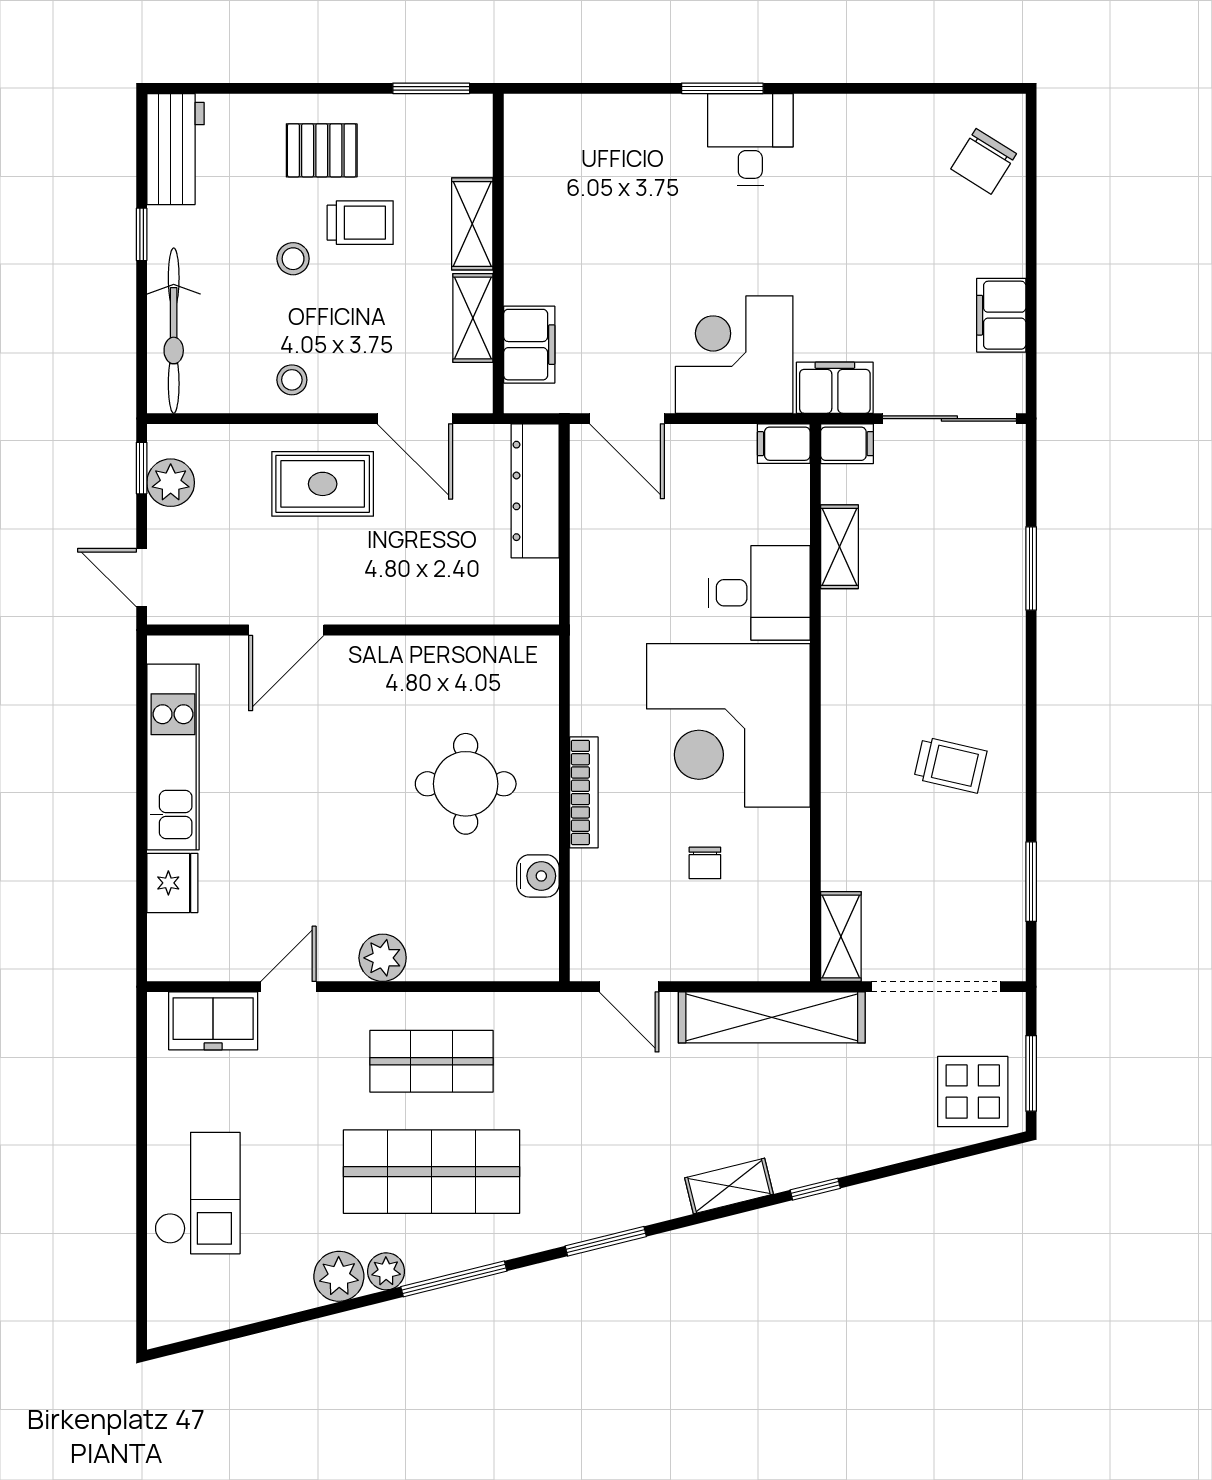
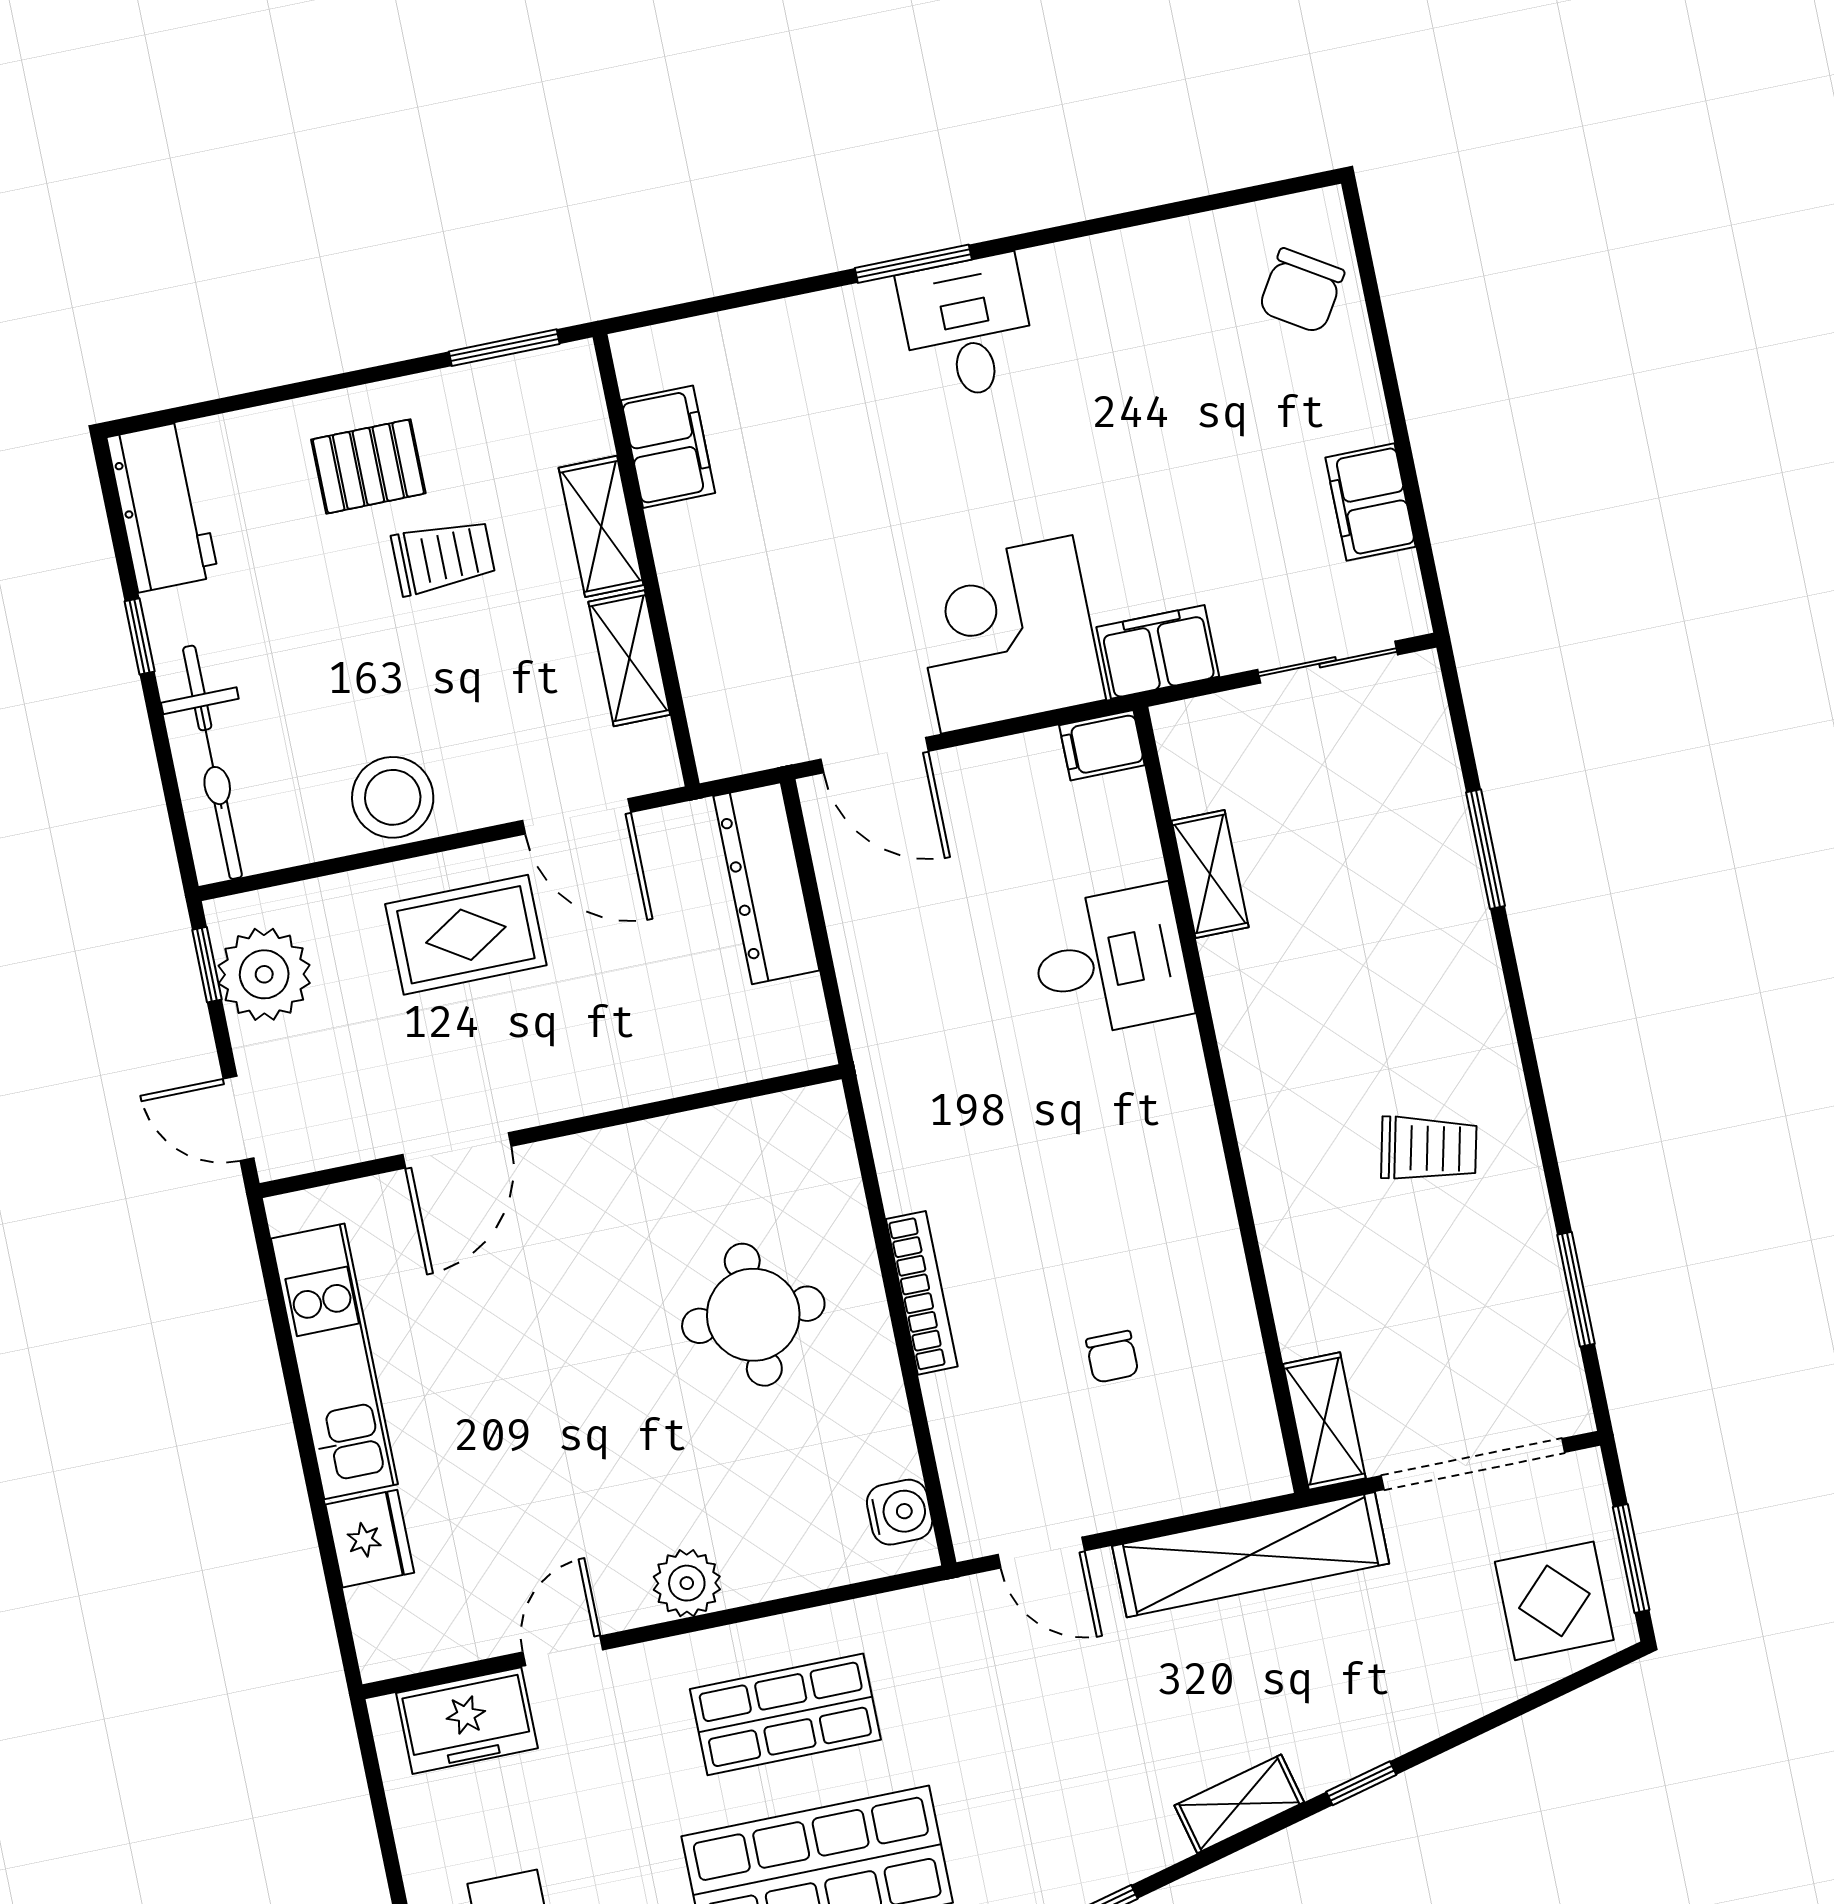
stool: (293, 259) -> (359, 627), removed
filing cabinet: (529, 345) -> (668, 447), moved
stool: (292, 380) -> (393, 797), width x1.89, depth x1.89
sliding door: (949, 419) -> (1328, 662), width x0.73
filing cabinet: (847, 444) -> (1191, 727), removed
plant: (171, 483) -> (264, 974), width x1.36, depth x1.36
corner desk: (728, 725) -> (1105, 1157), removed
water cooler: (538, 876) -> (900, 1512), moved

